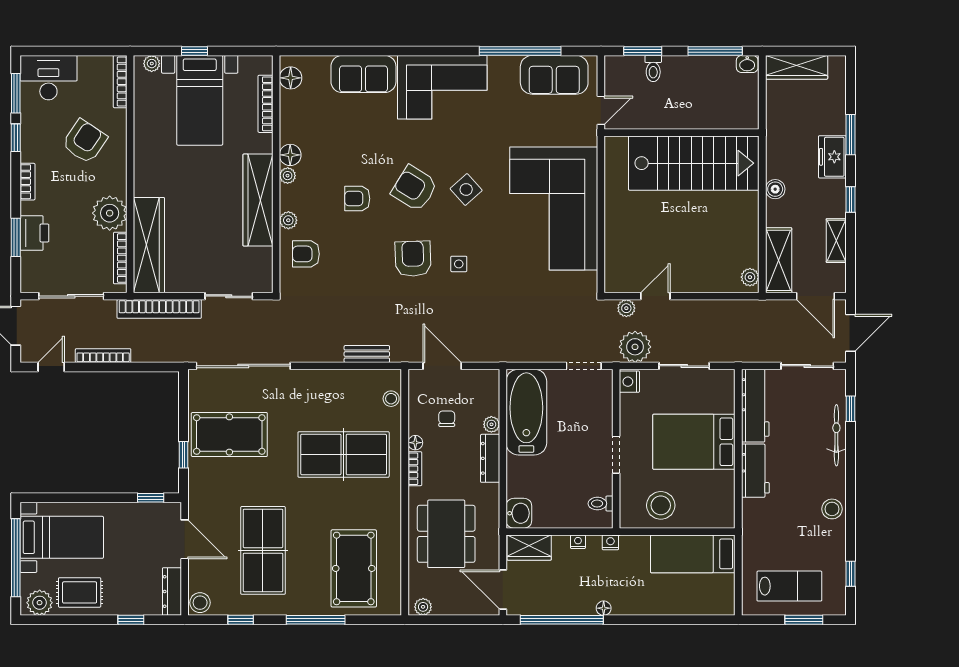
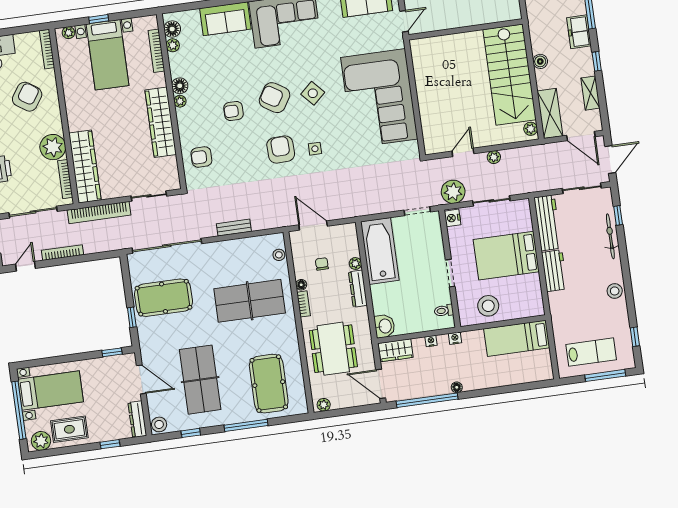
stairs: (694, 163) -> (509, 75), moved, turned 90
plant: (288, 220) -> (173, 45), moved
plant: (626, 308) -> (494, 157), moved
bench: (367, 354) -> (234, 228), moved
window: (804, 620) -> (605, 375), width x1.44

